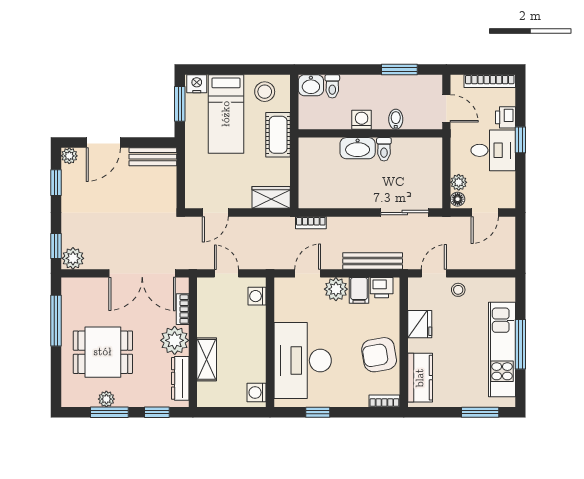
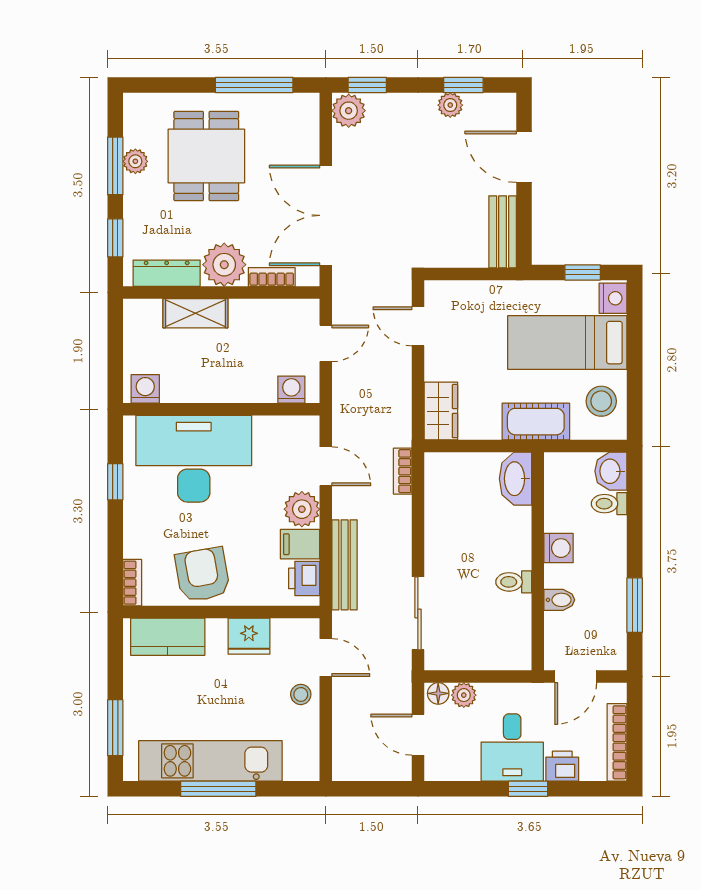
window: (180, 104) -> (583, 272), width x0.67
washbasin: (358, 148) -> (516, 479), moved
plant: (69, 156) -> (450, 105), moved

